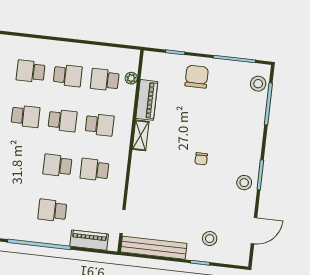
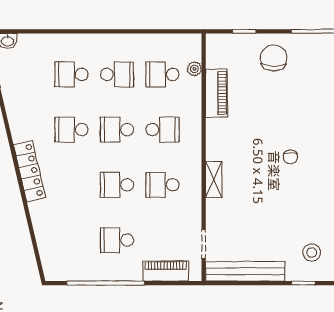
school desk: (26, 116) -> (71, 130), turned 180
school desk: (63, 120) -> (117, 130), turned 180
shelving: (141, 135) -> (214, 179), moved

